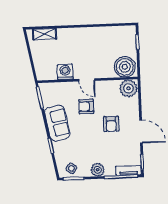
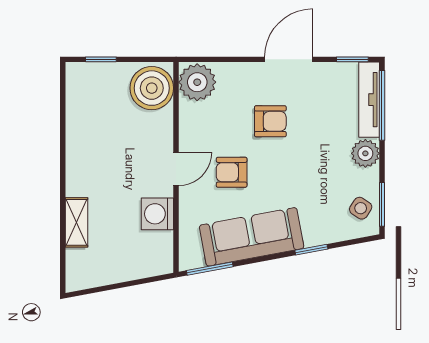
shelving: (45, 34) -> (77, 222), moved
armchair: (86, 106) -> (232, 172), turned 90
sofa: (57, 123) -> (252, 237), width x1.36
tv unit: (129, 170) -> (369, 100), width x1.41

